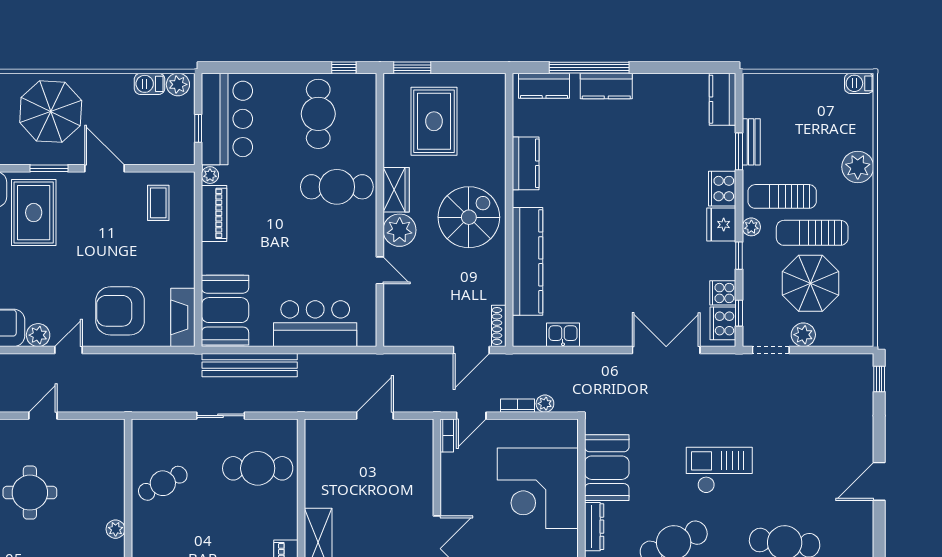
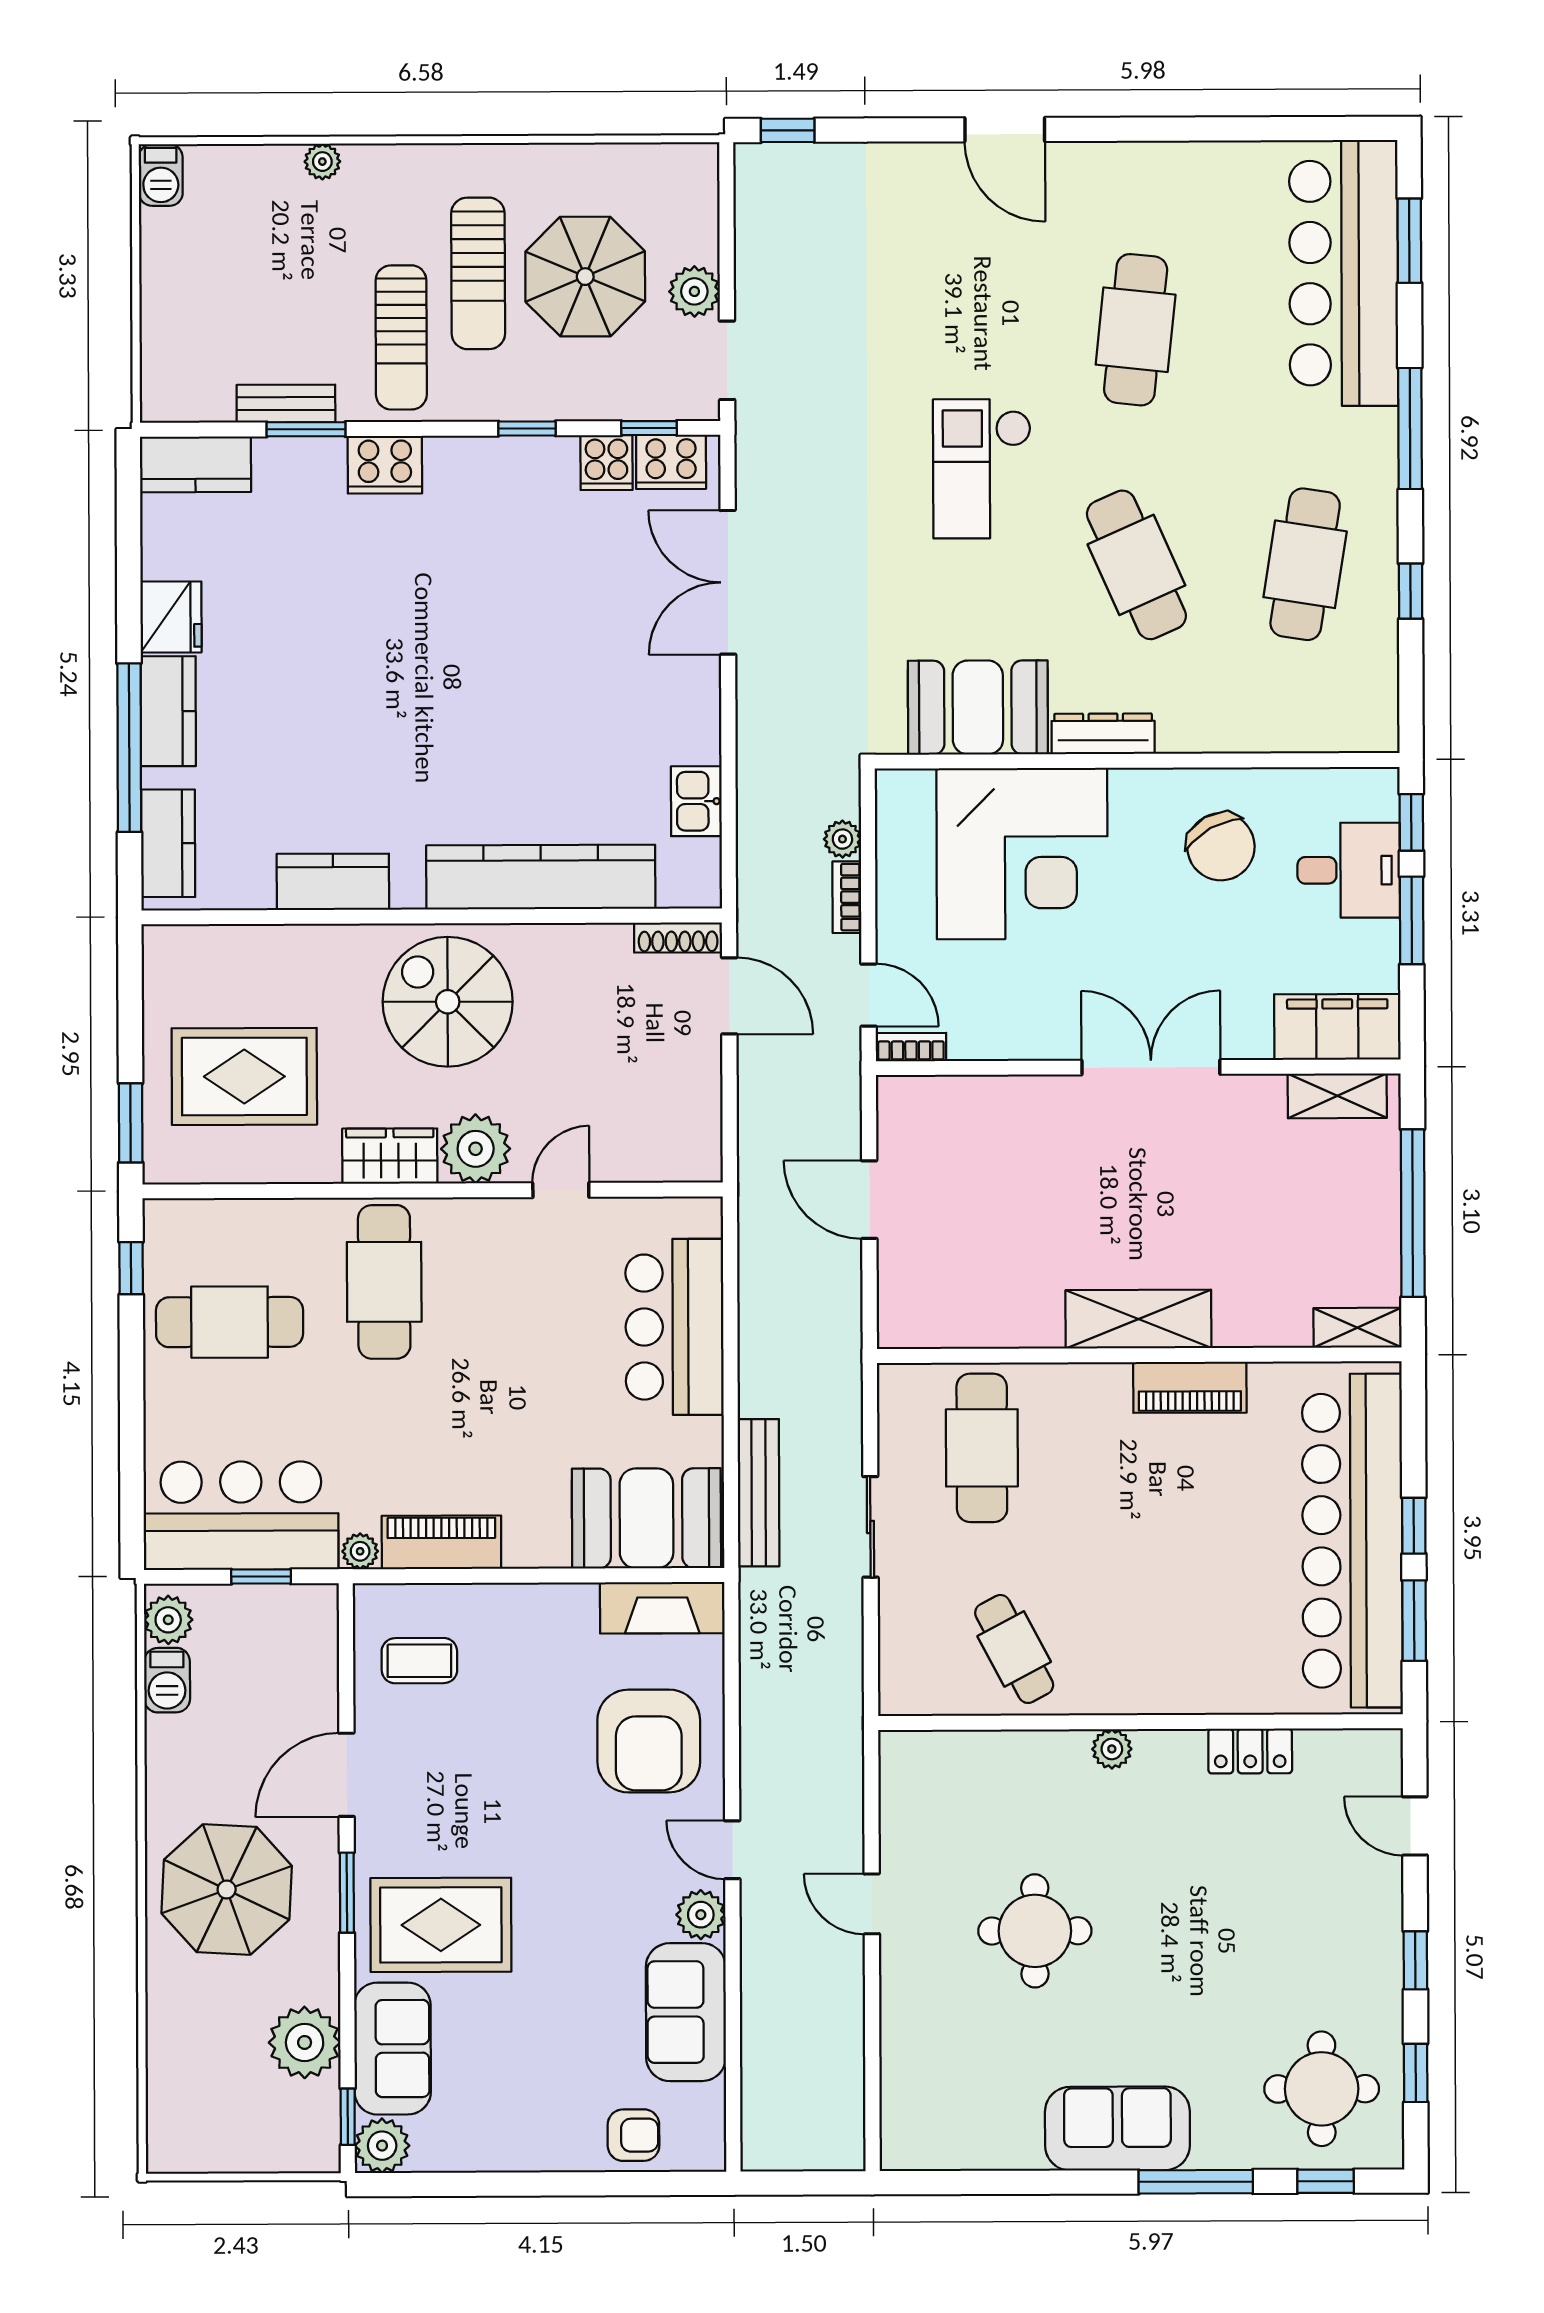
plant: (858, 167) -> (322, 162), width x0.53, depth x0.53
fridge: (721, 225) -> (171, 617), moved, turned -90
plant: (751, 227) -> (466, 403), removed
bench: (250, 365) -> (759, 1493), width x0.73, depth x0.82

